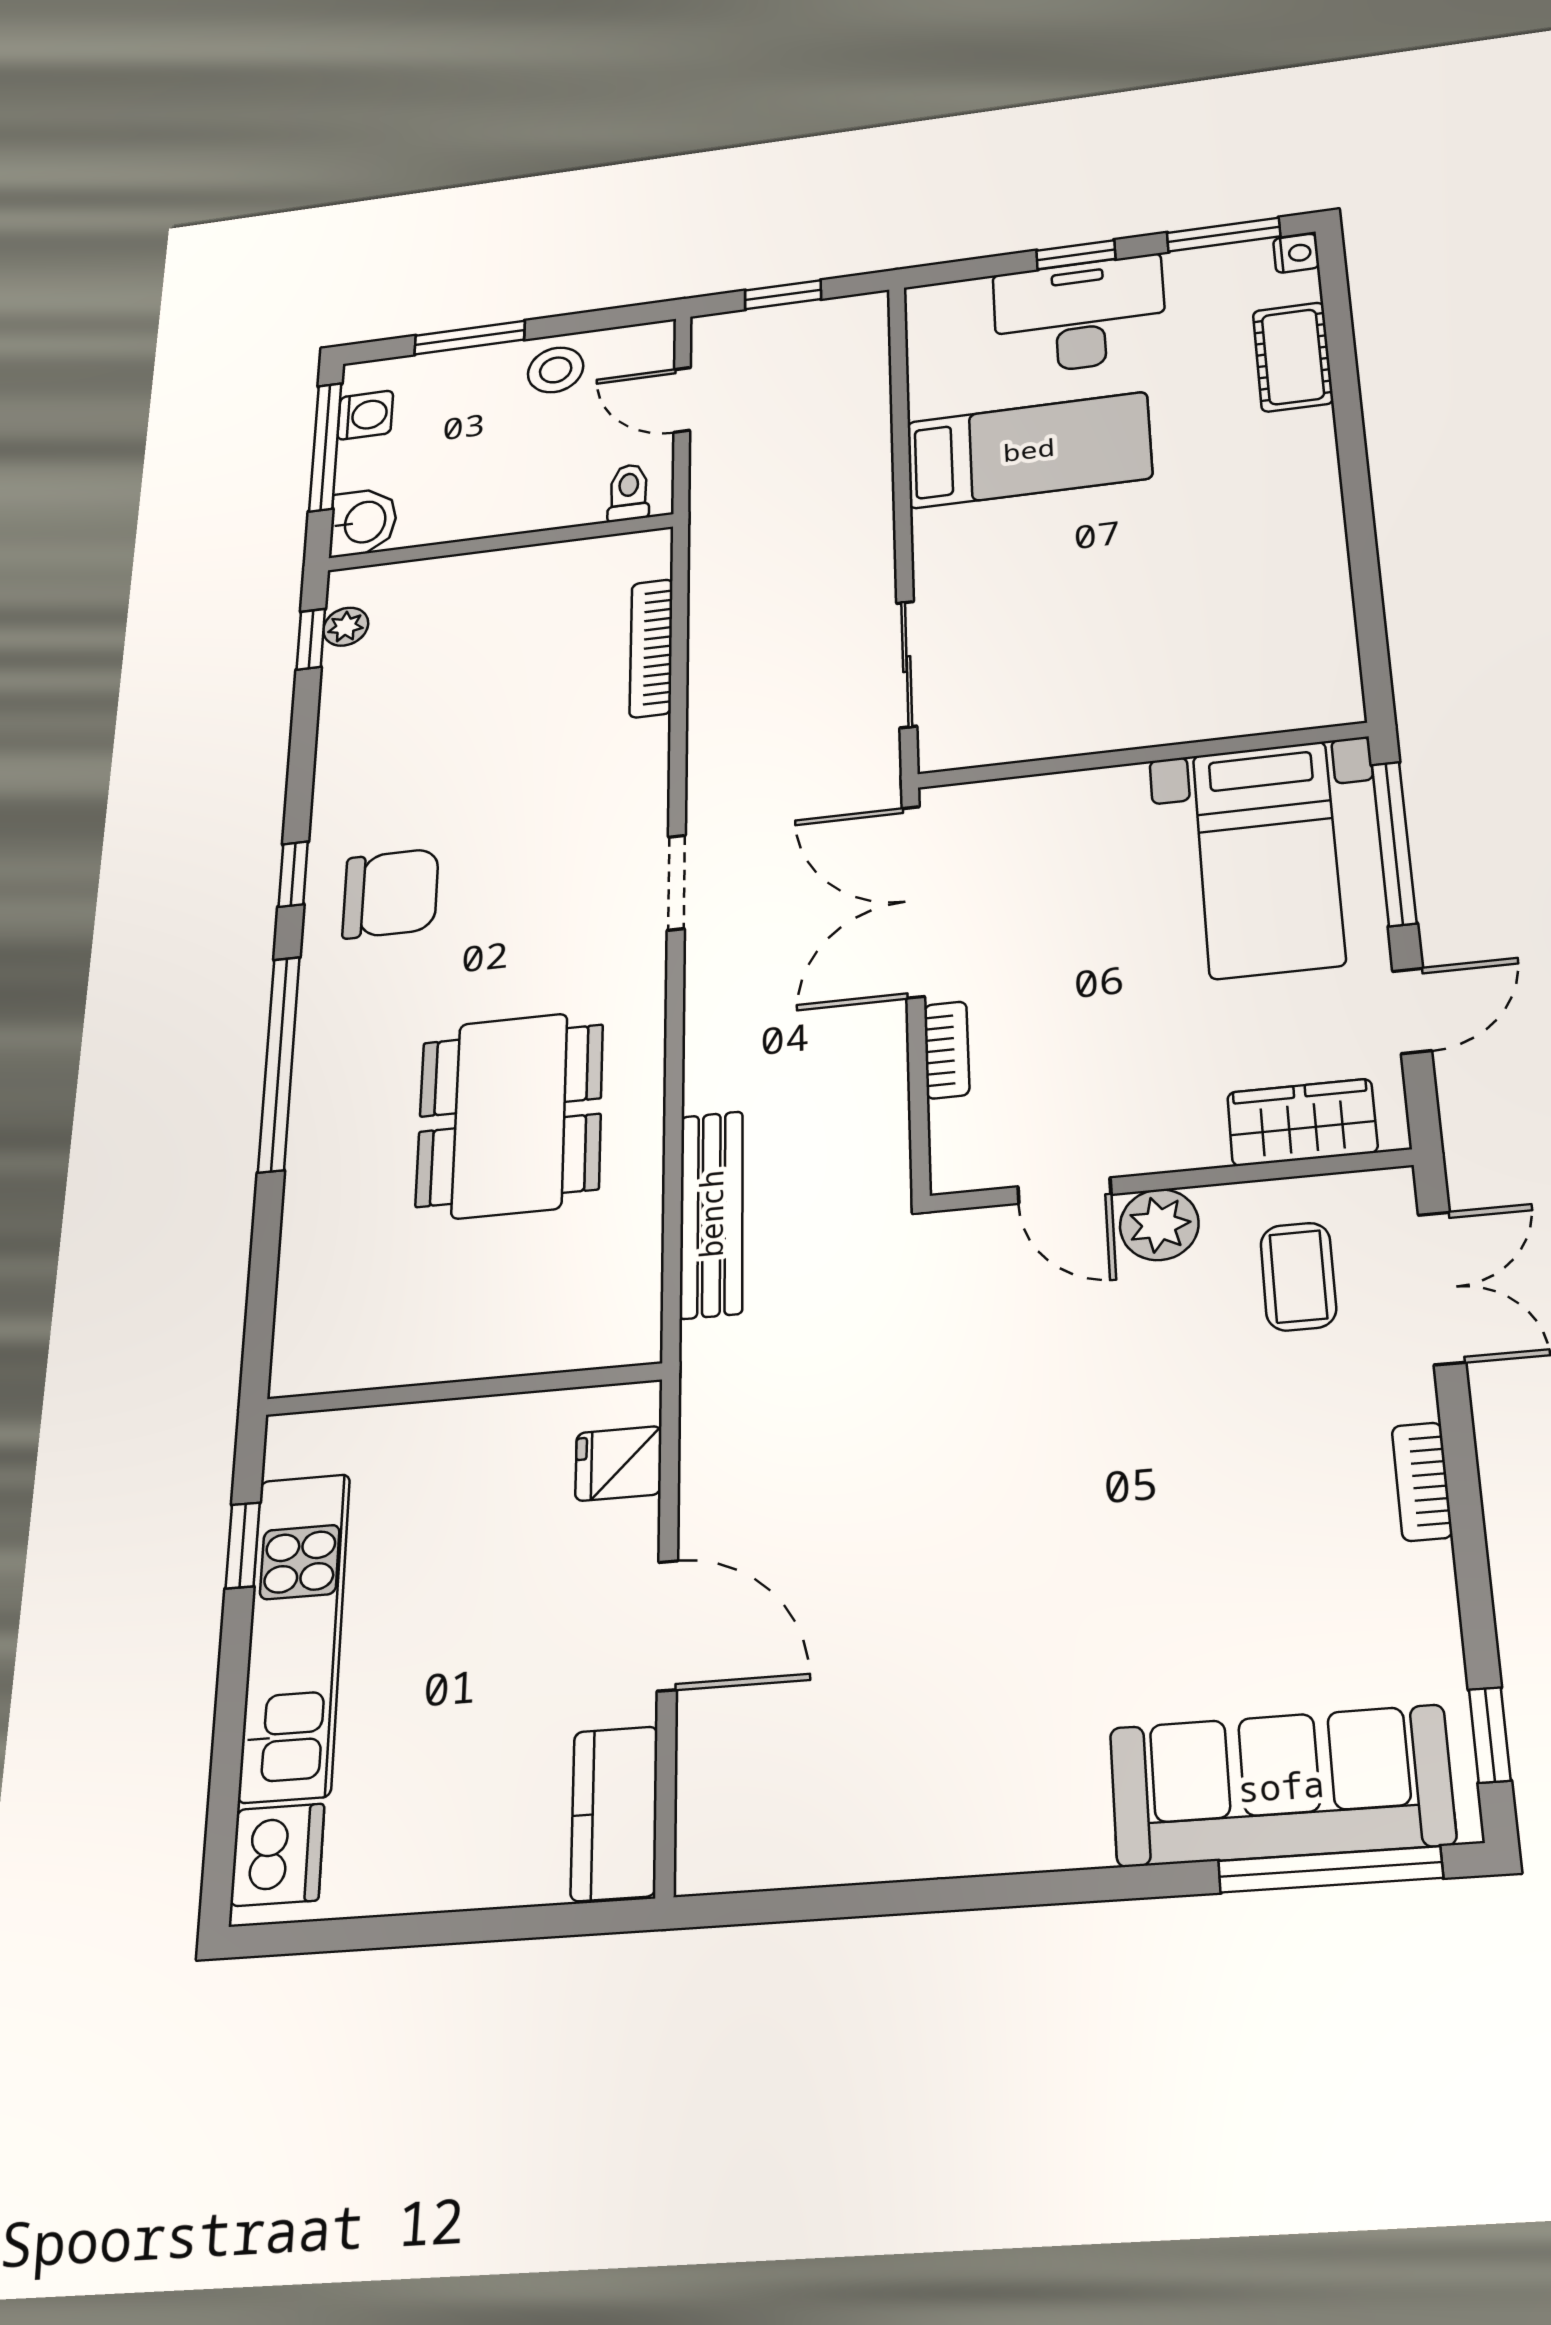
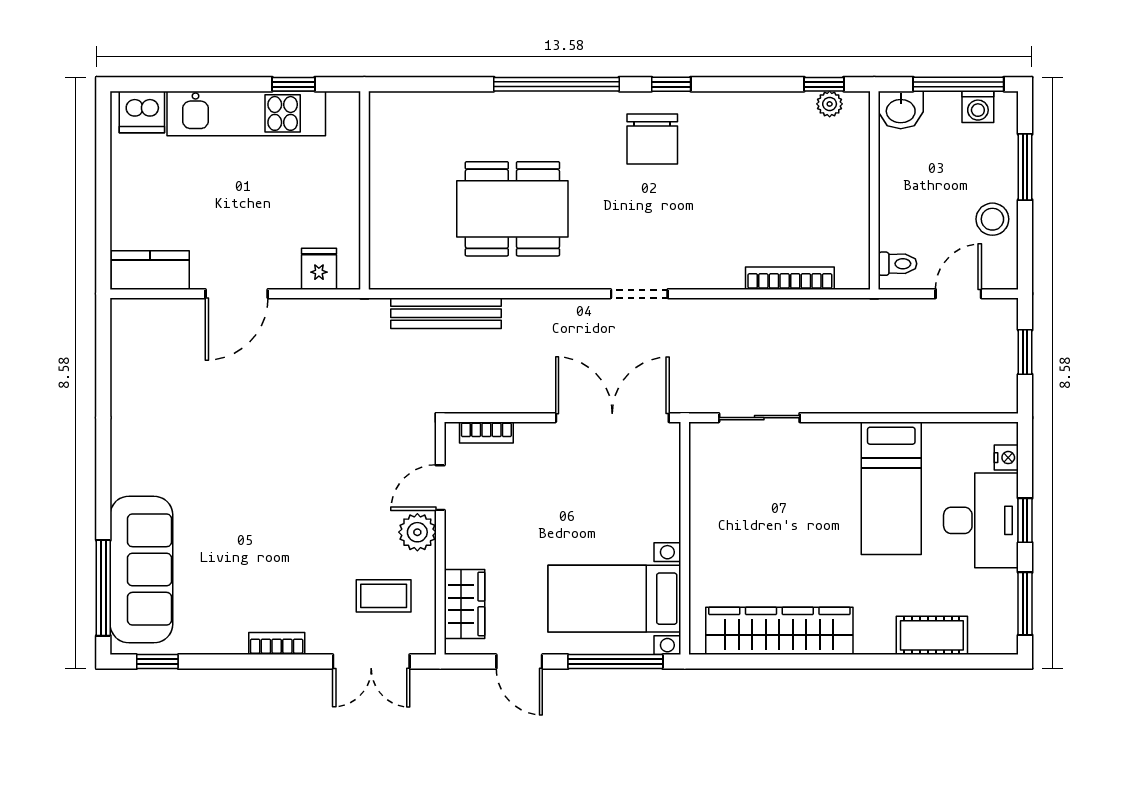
nightstand: (1296, 253) -> (1006, 458), moved, turned -90
wardrobe: (1307, 585) -> (779, 631), added
bookcase: (947, 1050) -> (486, 432), moved

